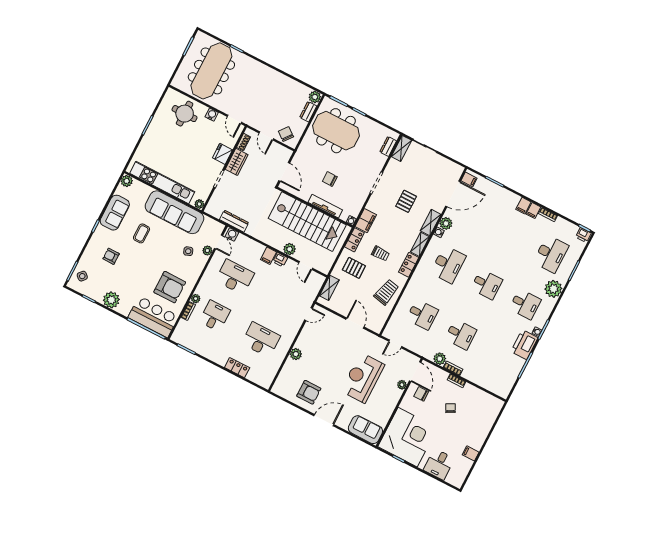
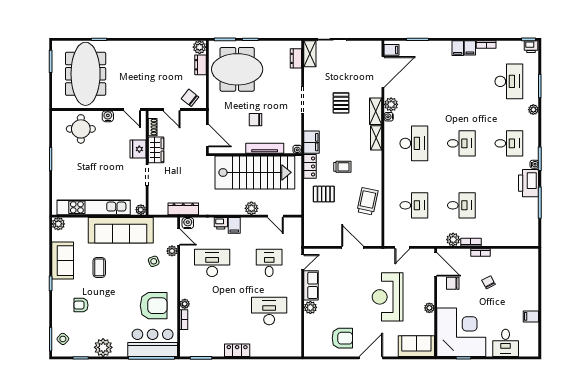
printer: (280, 260) -> (221, 223), moved
locker: (409, 265) -> (375, 163), removed
shelving: (329, 288) -> (310, 226), removed
plant: (553, 289) -> (533, 110), width x0.53, depth x0.53
desk: (215, 316) -> (269, 263), moved
row of seats: (306, 336) -> (311, 285), added
locker: (237, 368) -> (237, 350), moved
plant: (402, 385) -> (429, 308), moved

